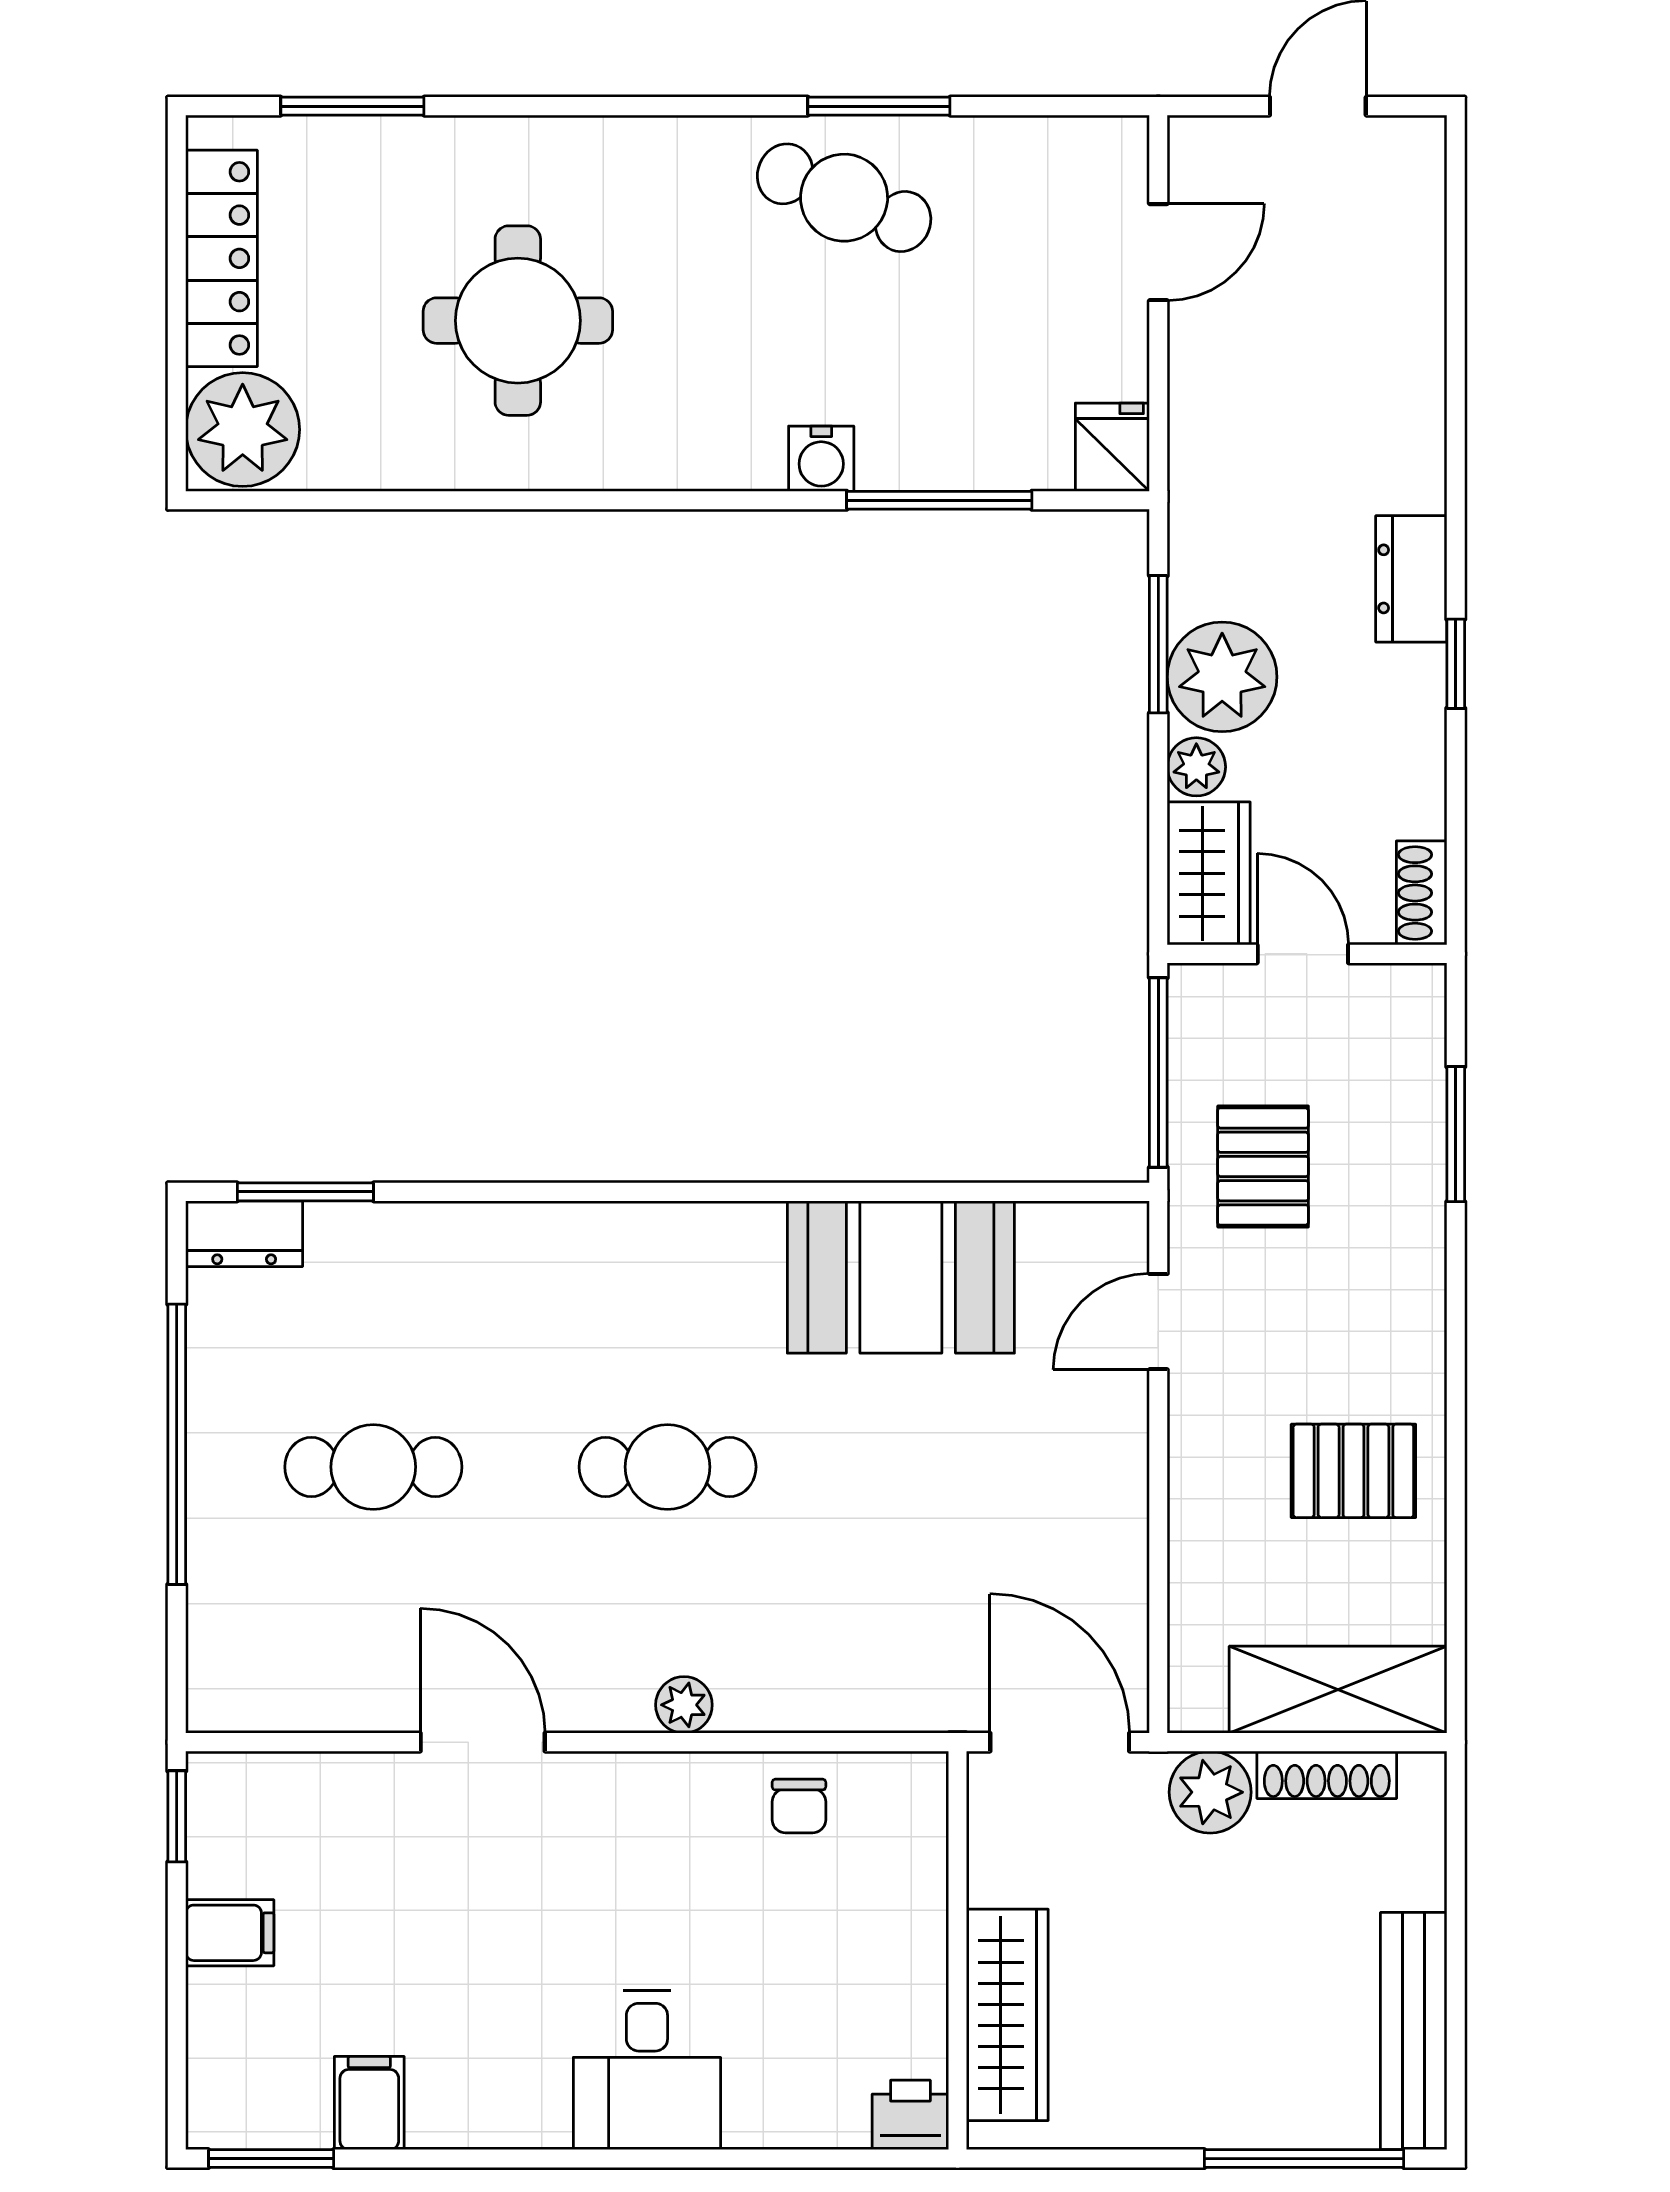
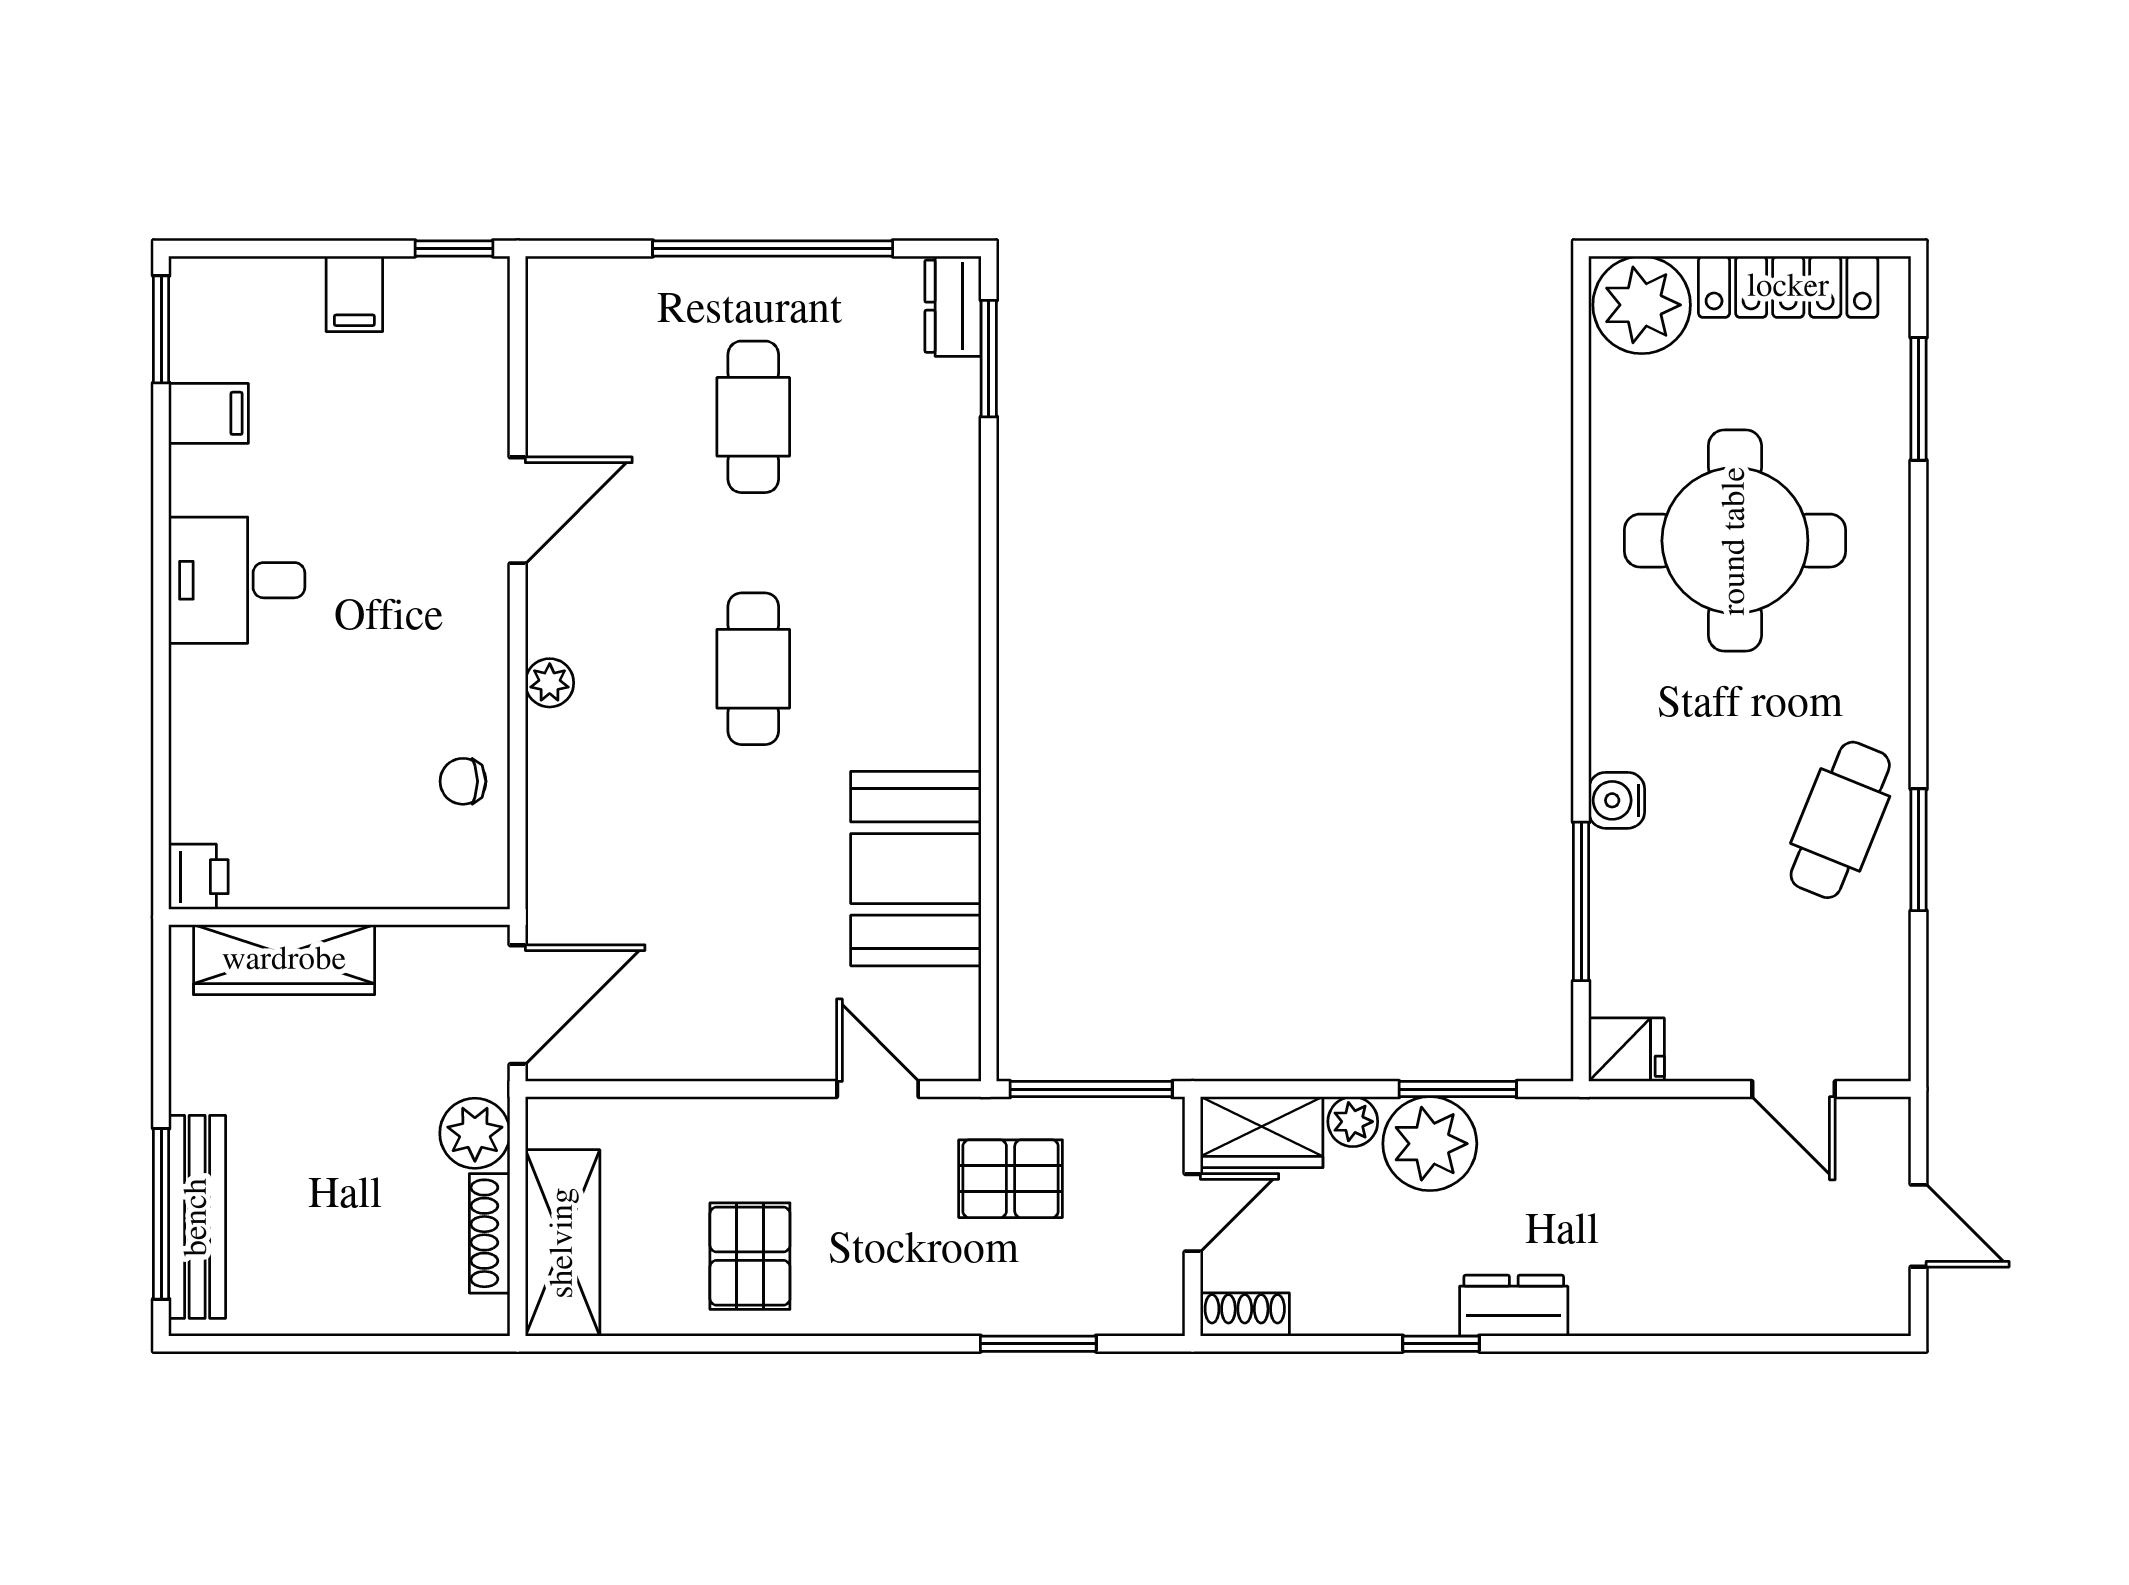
round table: (518, 321) -> (1735, 541), width x1.36, depth x1.36
bench: (1414, 2031) -> (197, 1217), moved, turned 90
desk: (647, 2070) -> (237, 580), moved

